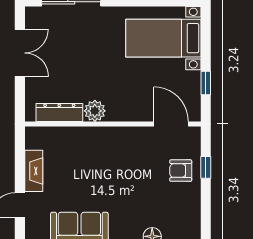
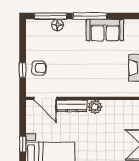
window: (206, 83) -> (23, 144), moved
dresser: (59, 112) -> (72, 106), moved

